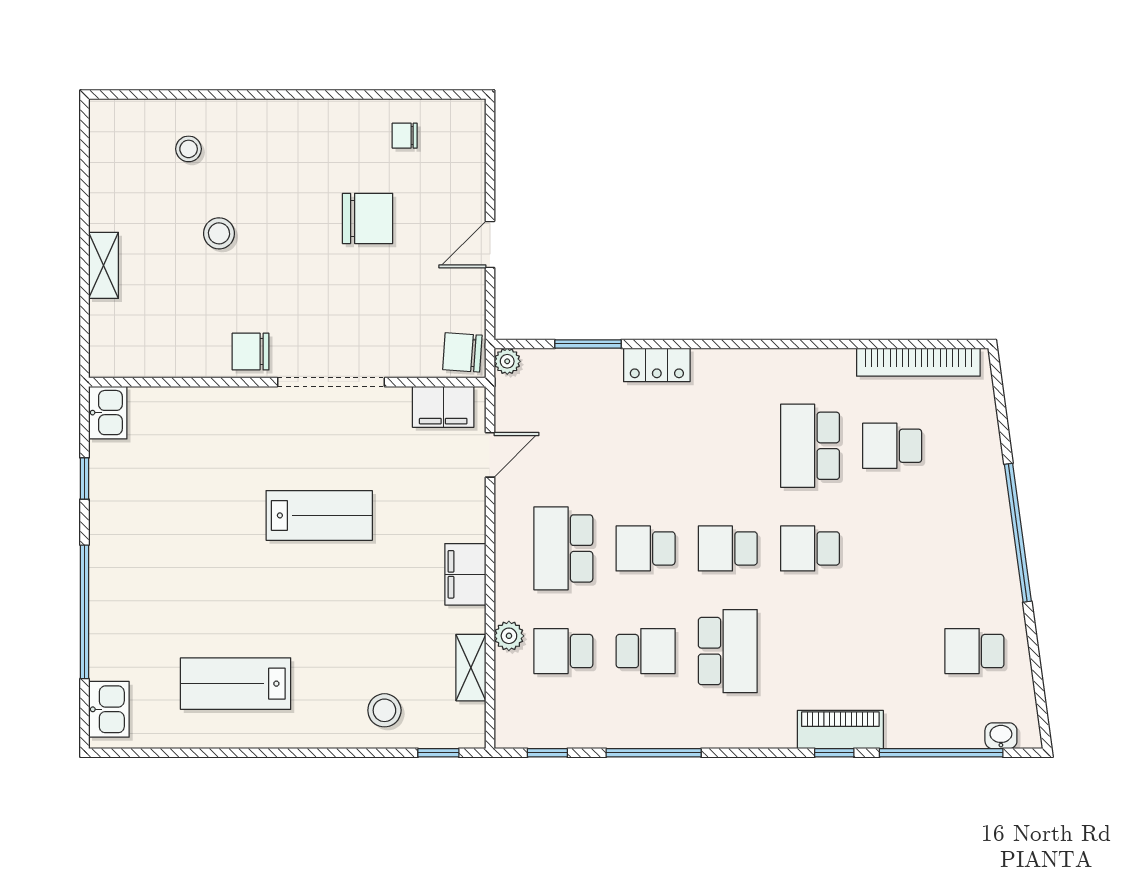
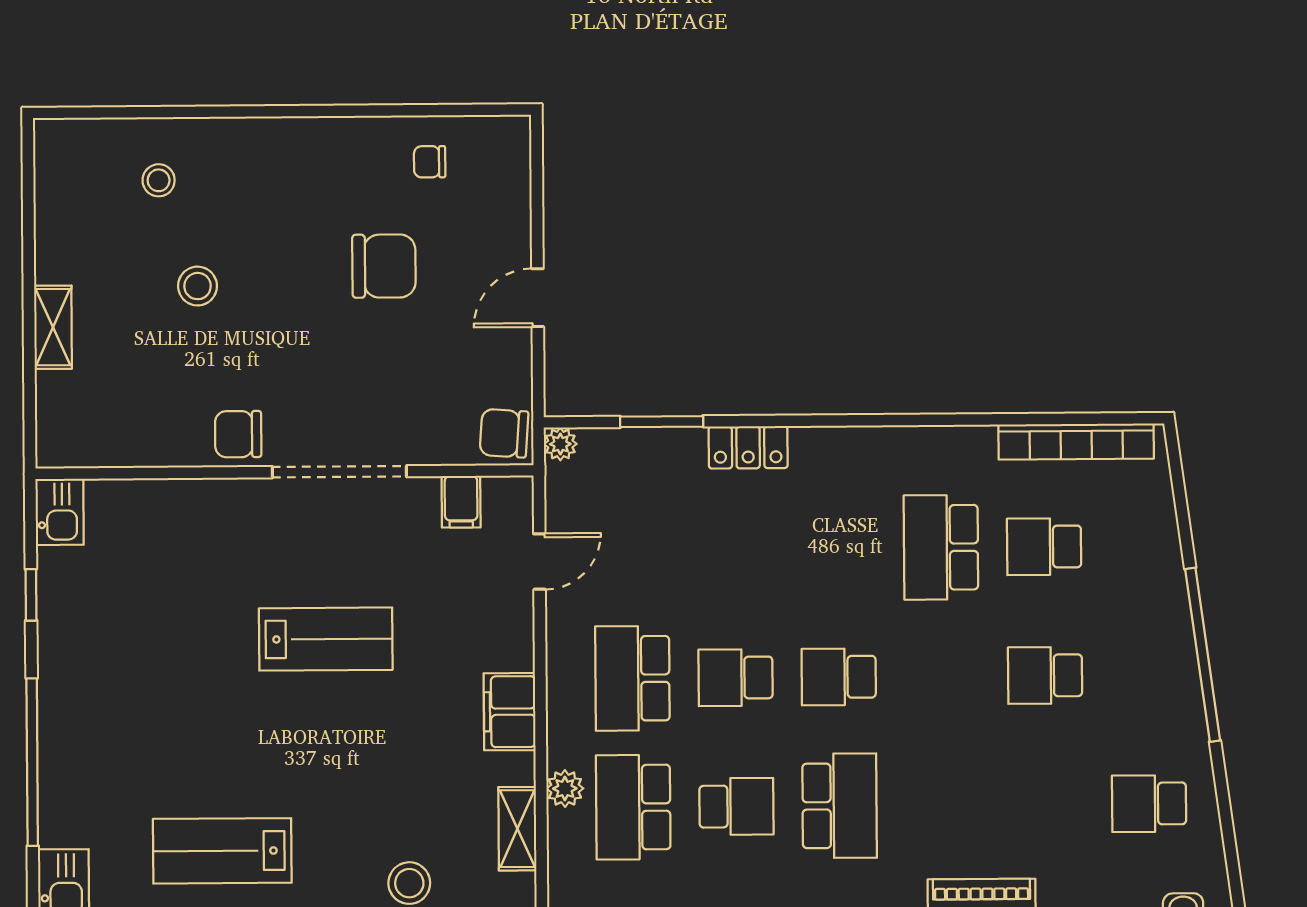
filing cabinet: (443, 407) -> (461, 502), width x0.50
school desk: (810, 548) -> (1045, 675), moved
school desk: (563, 651) -> (633, 807), width x1.85

